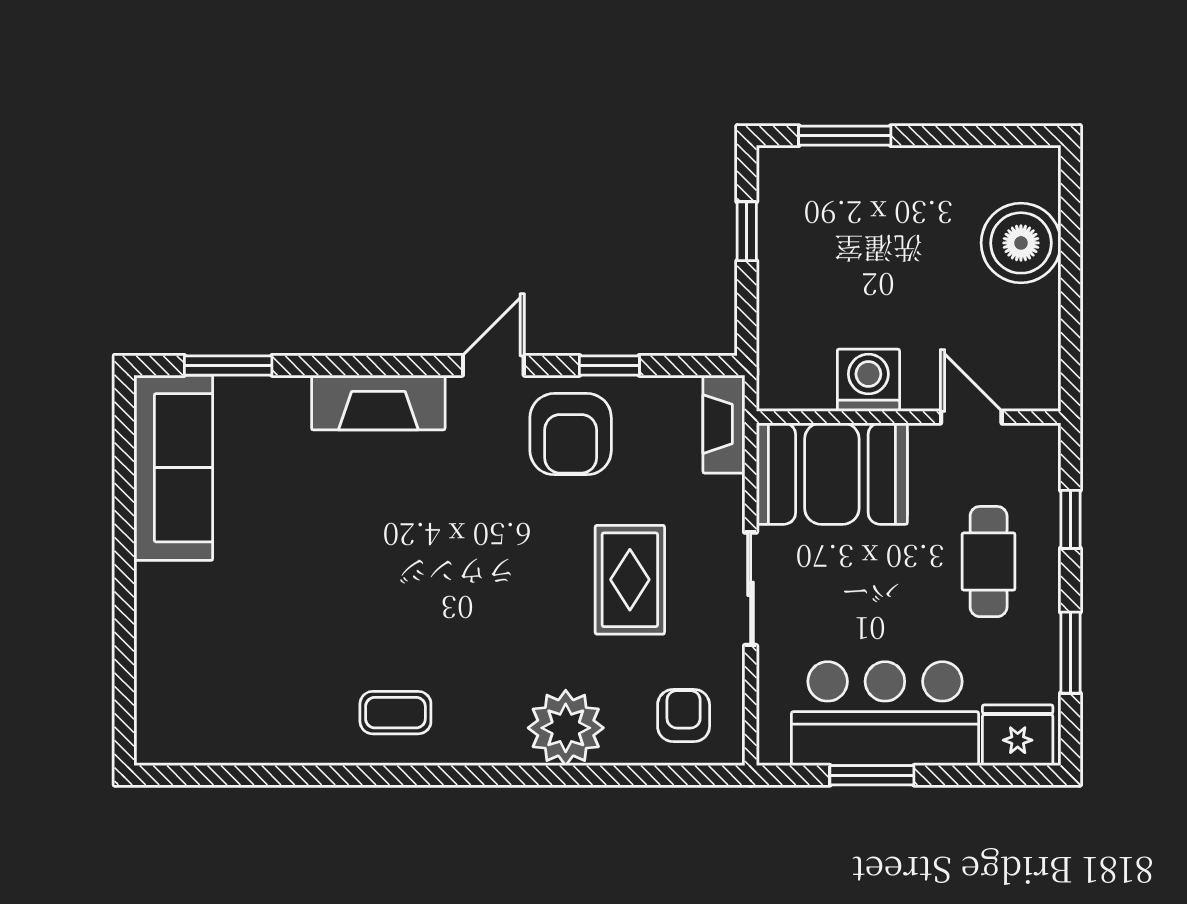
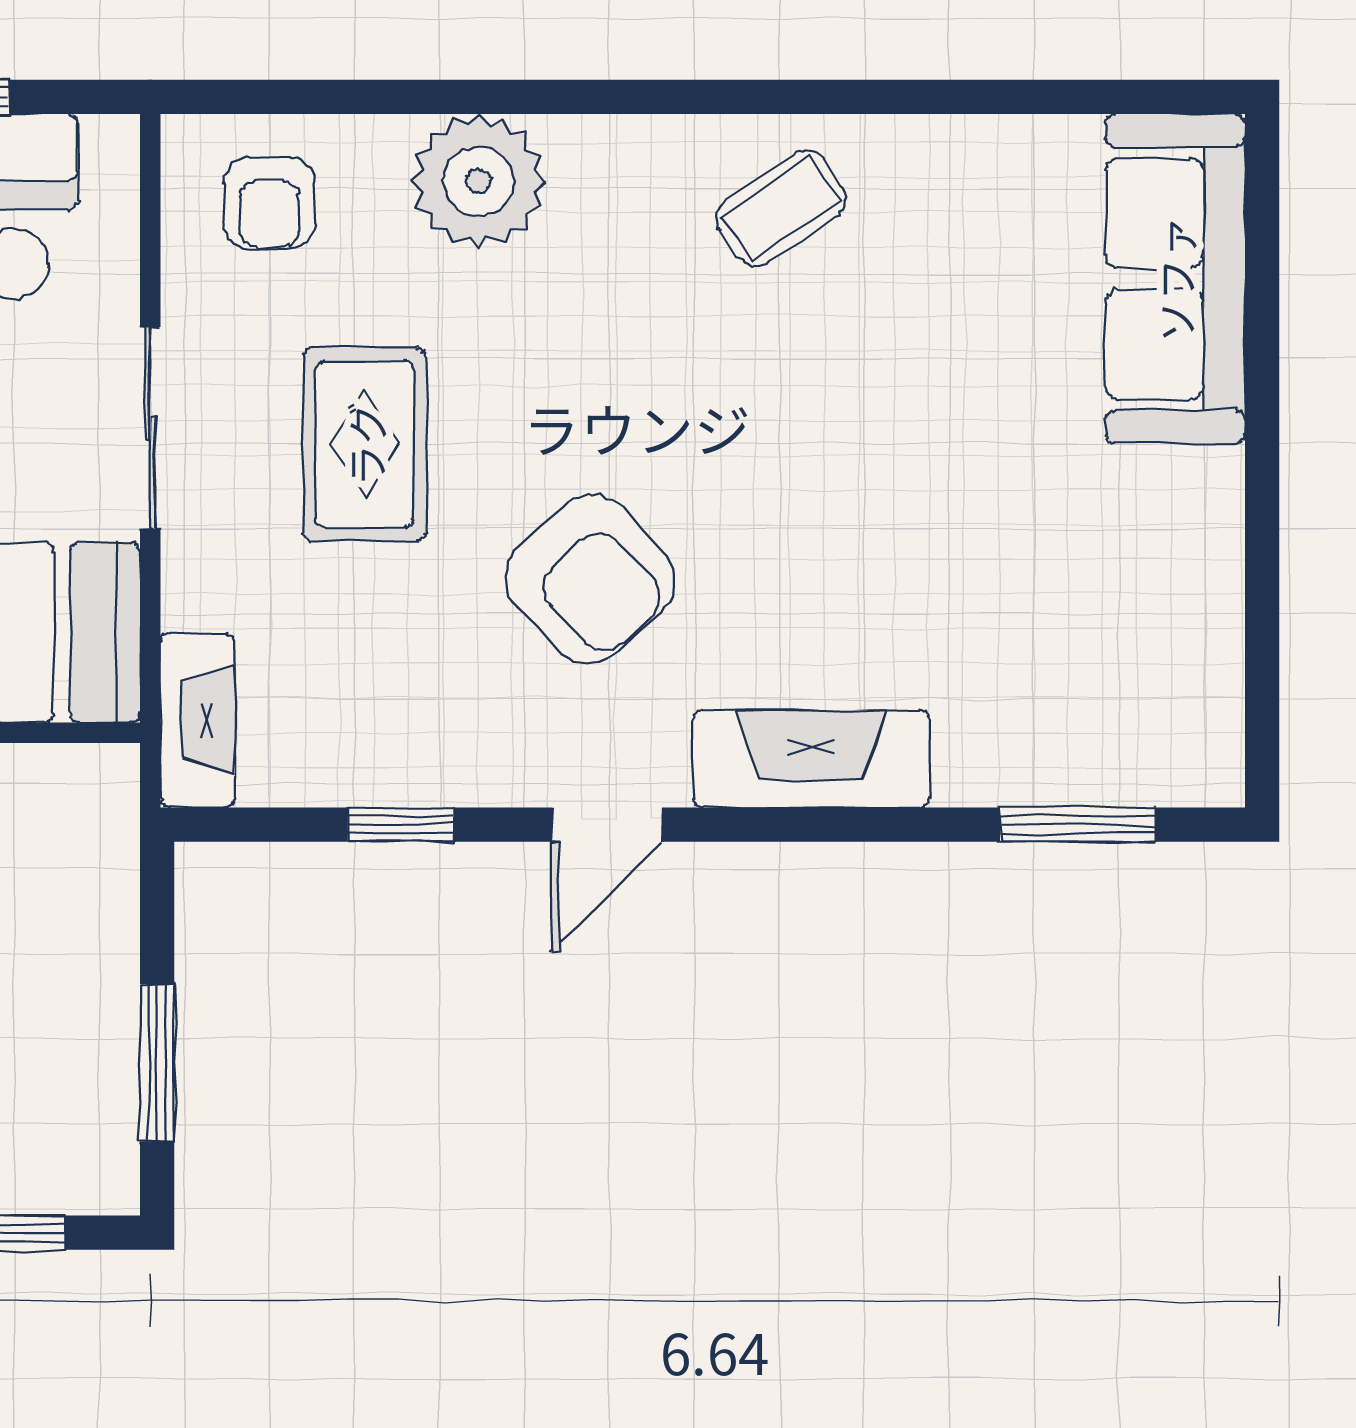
window: (747, 231) -> (157, 1063), width x1.50
armchair: (571, 434) -> (590, 579), moved, turned 137
sofa: (173, 468) -> (1175, 279), moved
coffee table: (395, 713) -> (781, 208), turned -34

